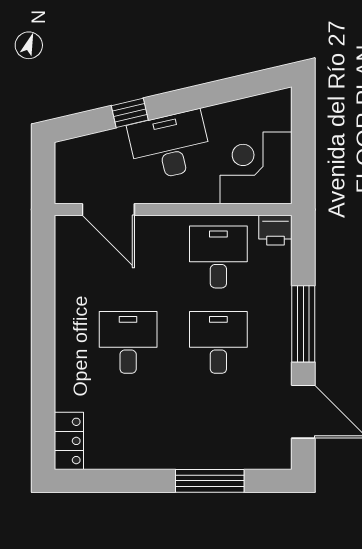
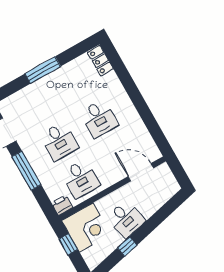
window: (130, 113) -> (127, 246), moved
desk: (170, 146) -> (126, 219), width x0.73
window: (303, 156) -> (68, 244), added
window: (210, 481) -> (43, 70), moved

